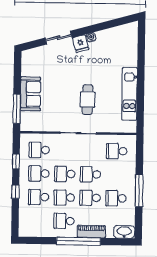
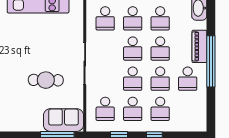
sofa: (30, 94) -> (63, 120), moved
cafe table: (88, 100) -> (46, 80), moved
school desk: (116, 175) -> (133, 18), added

